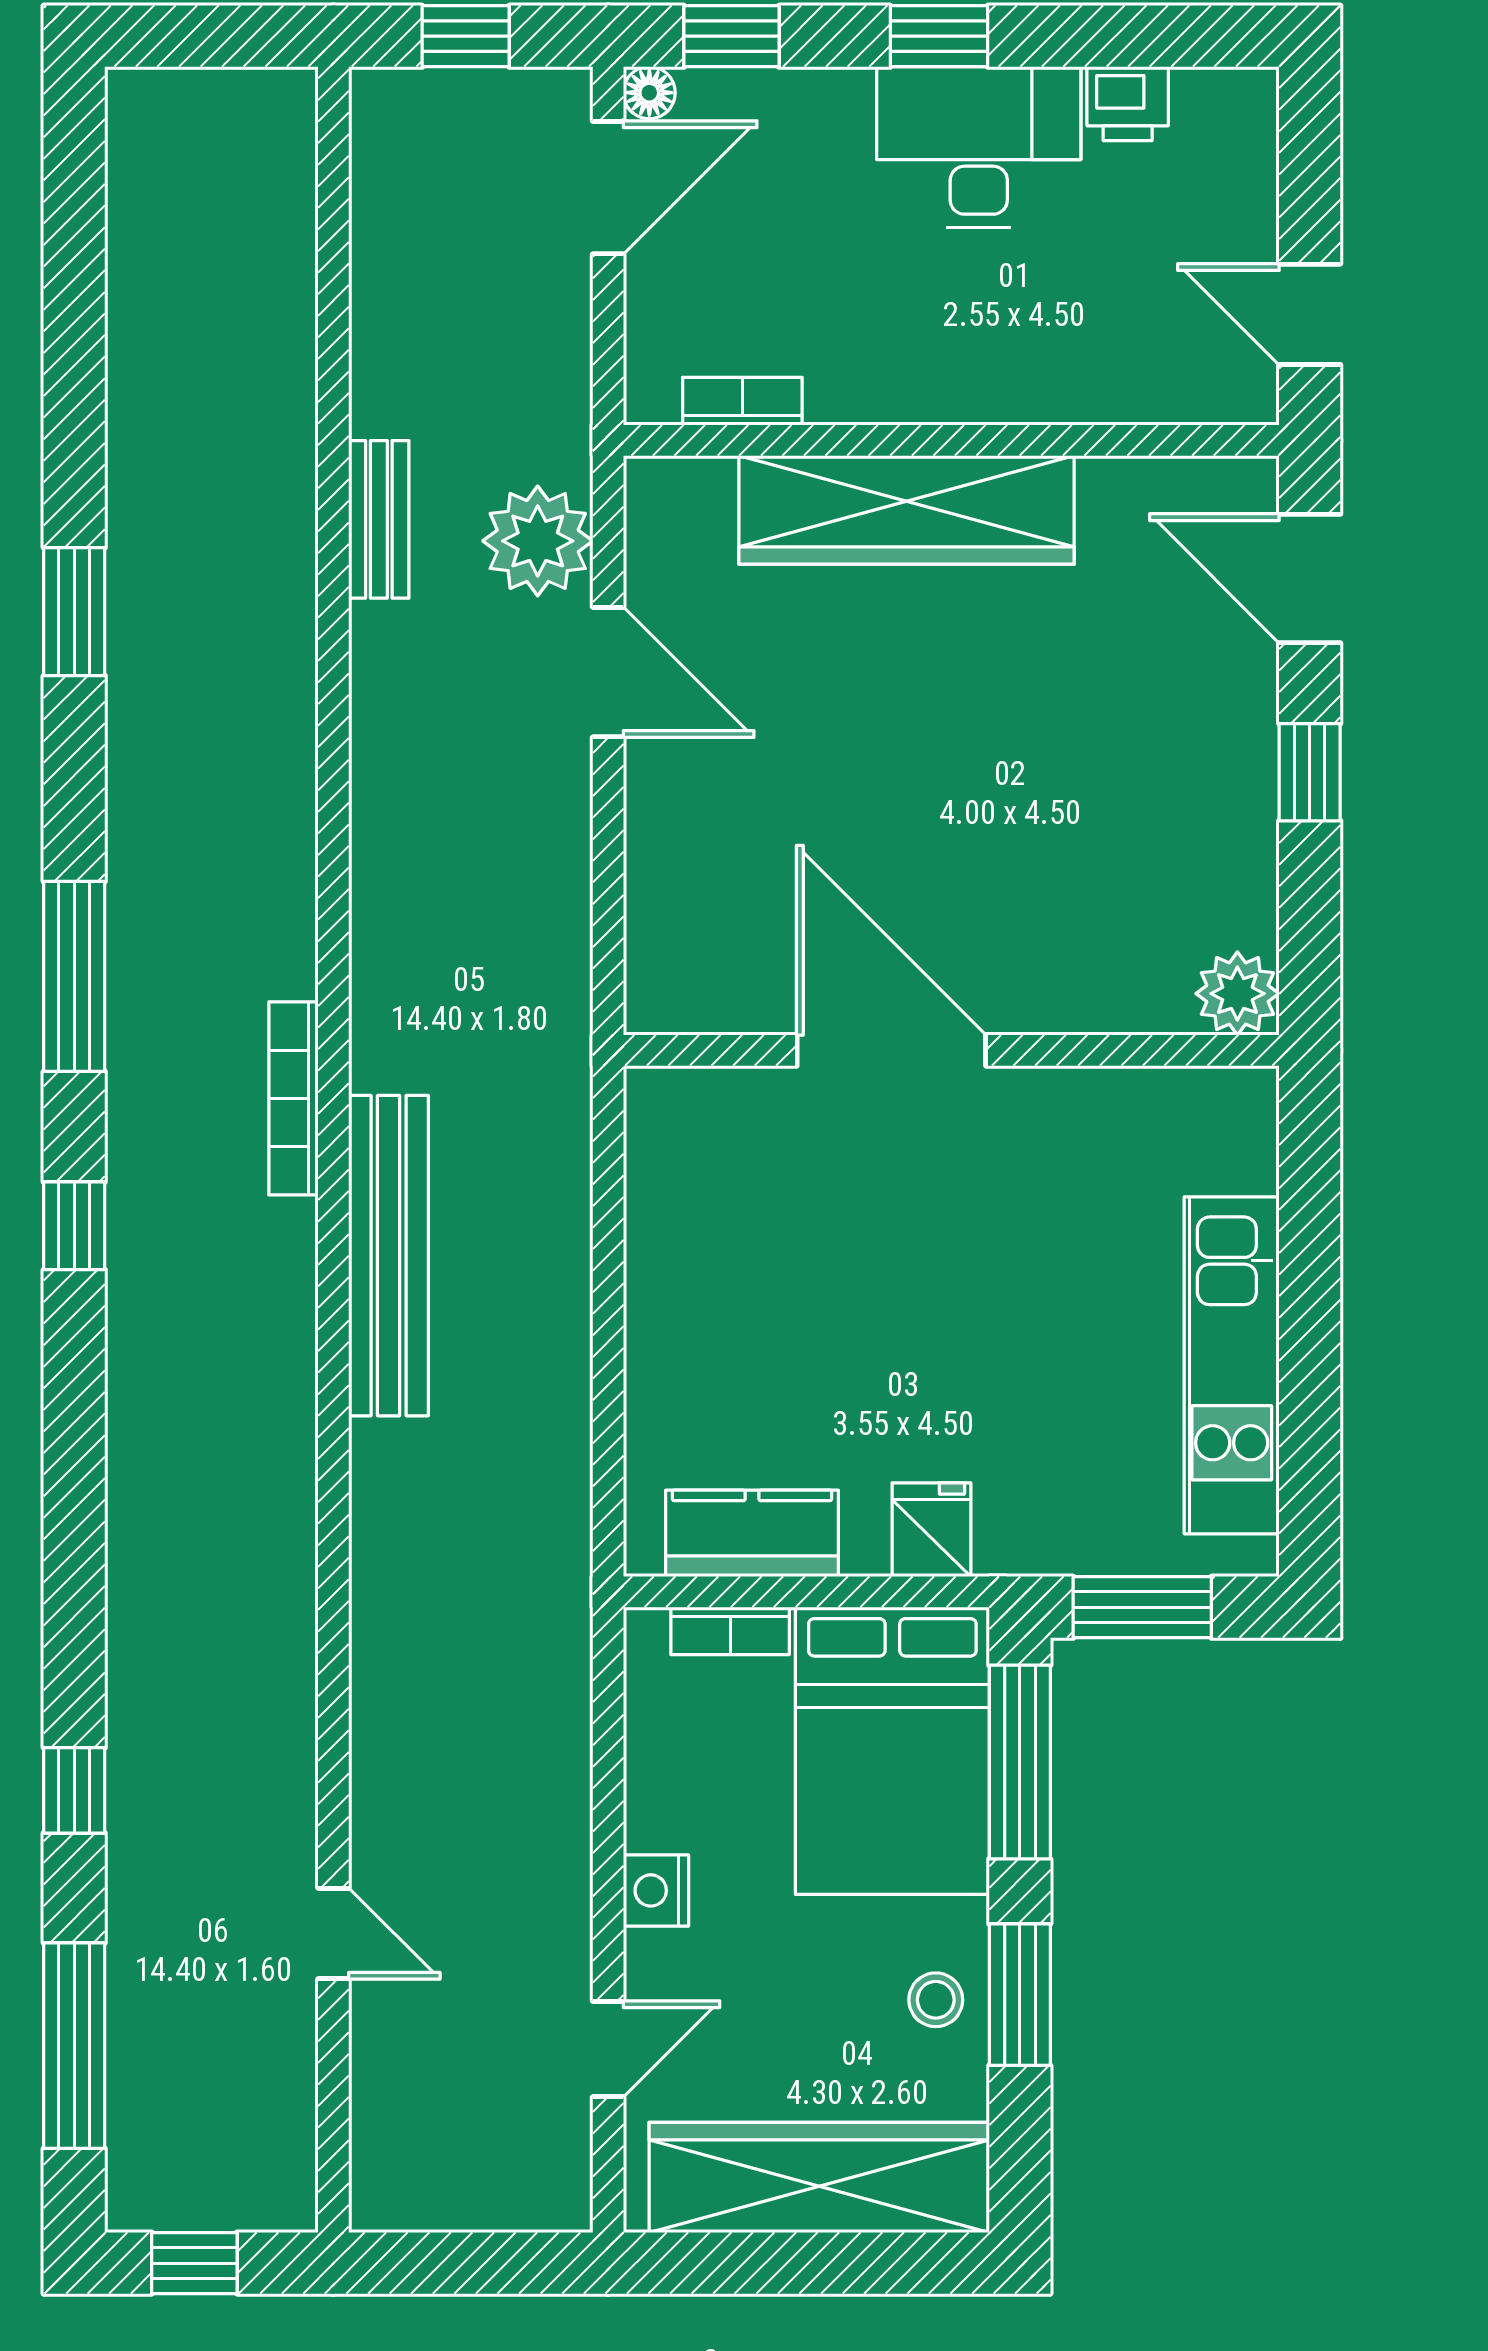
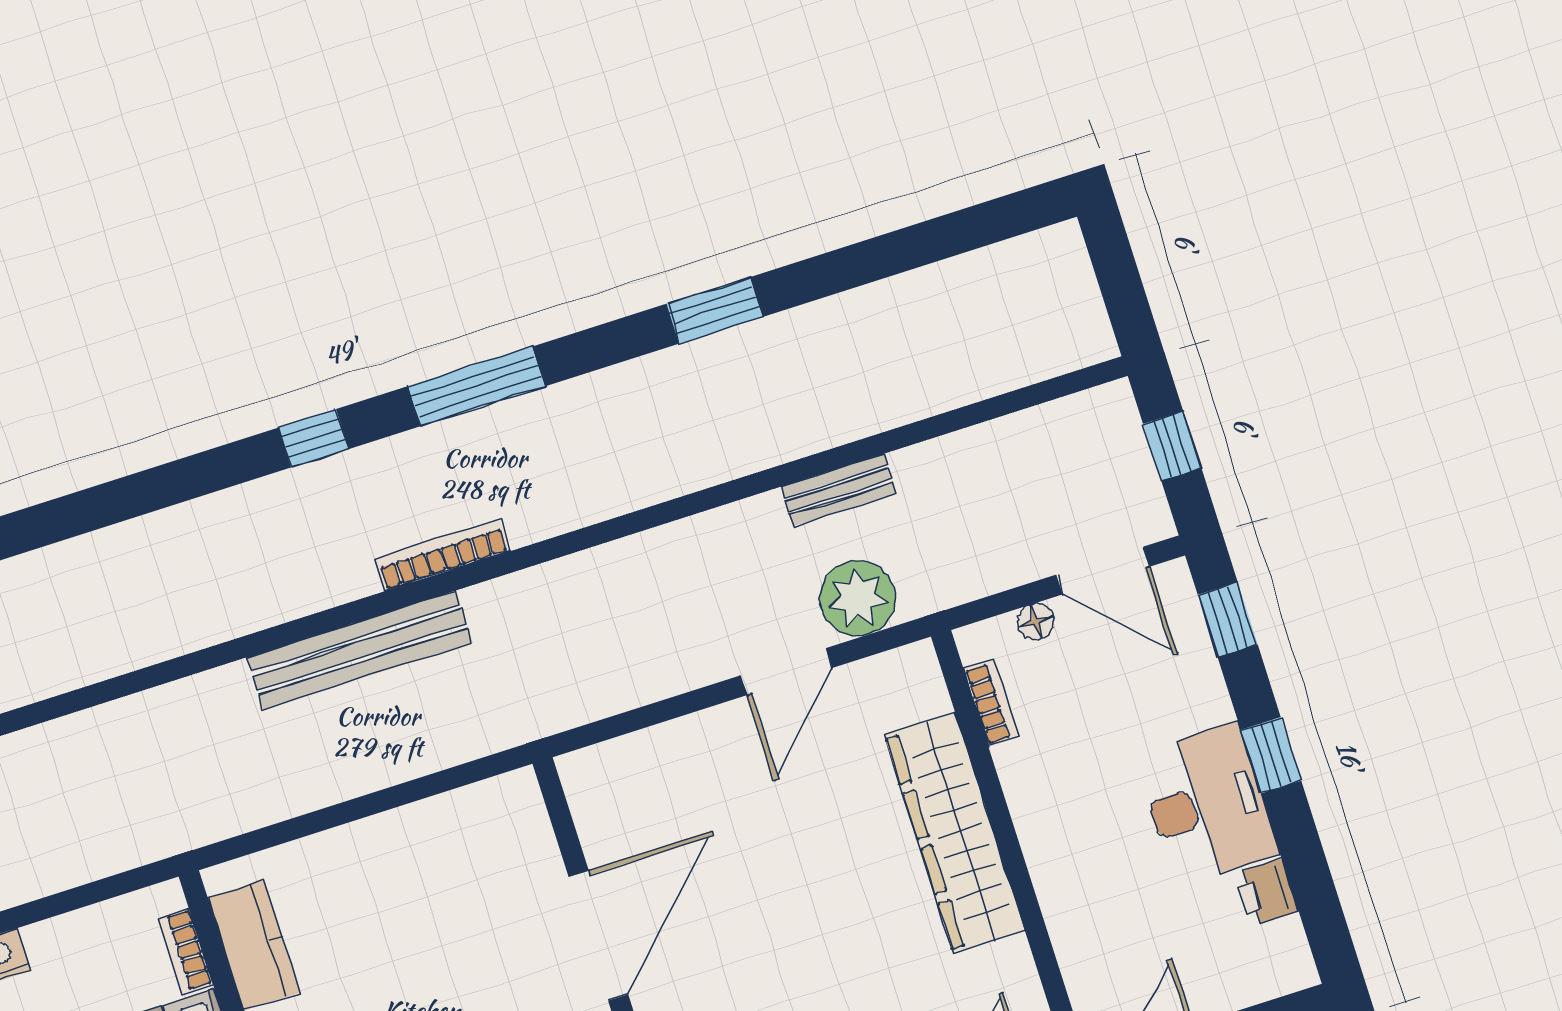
floor lamp: (649, 93) -> (1036, 622), moved

